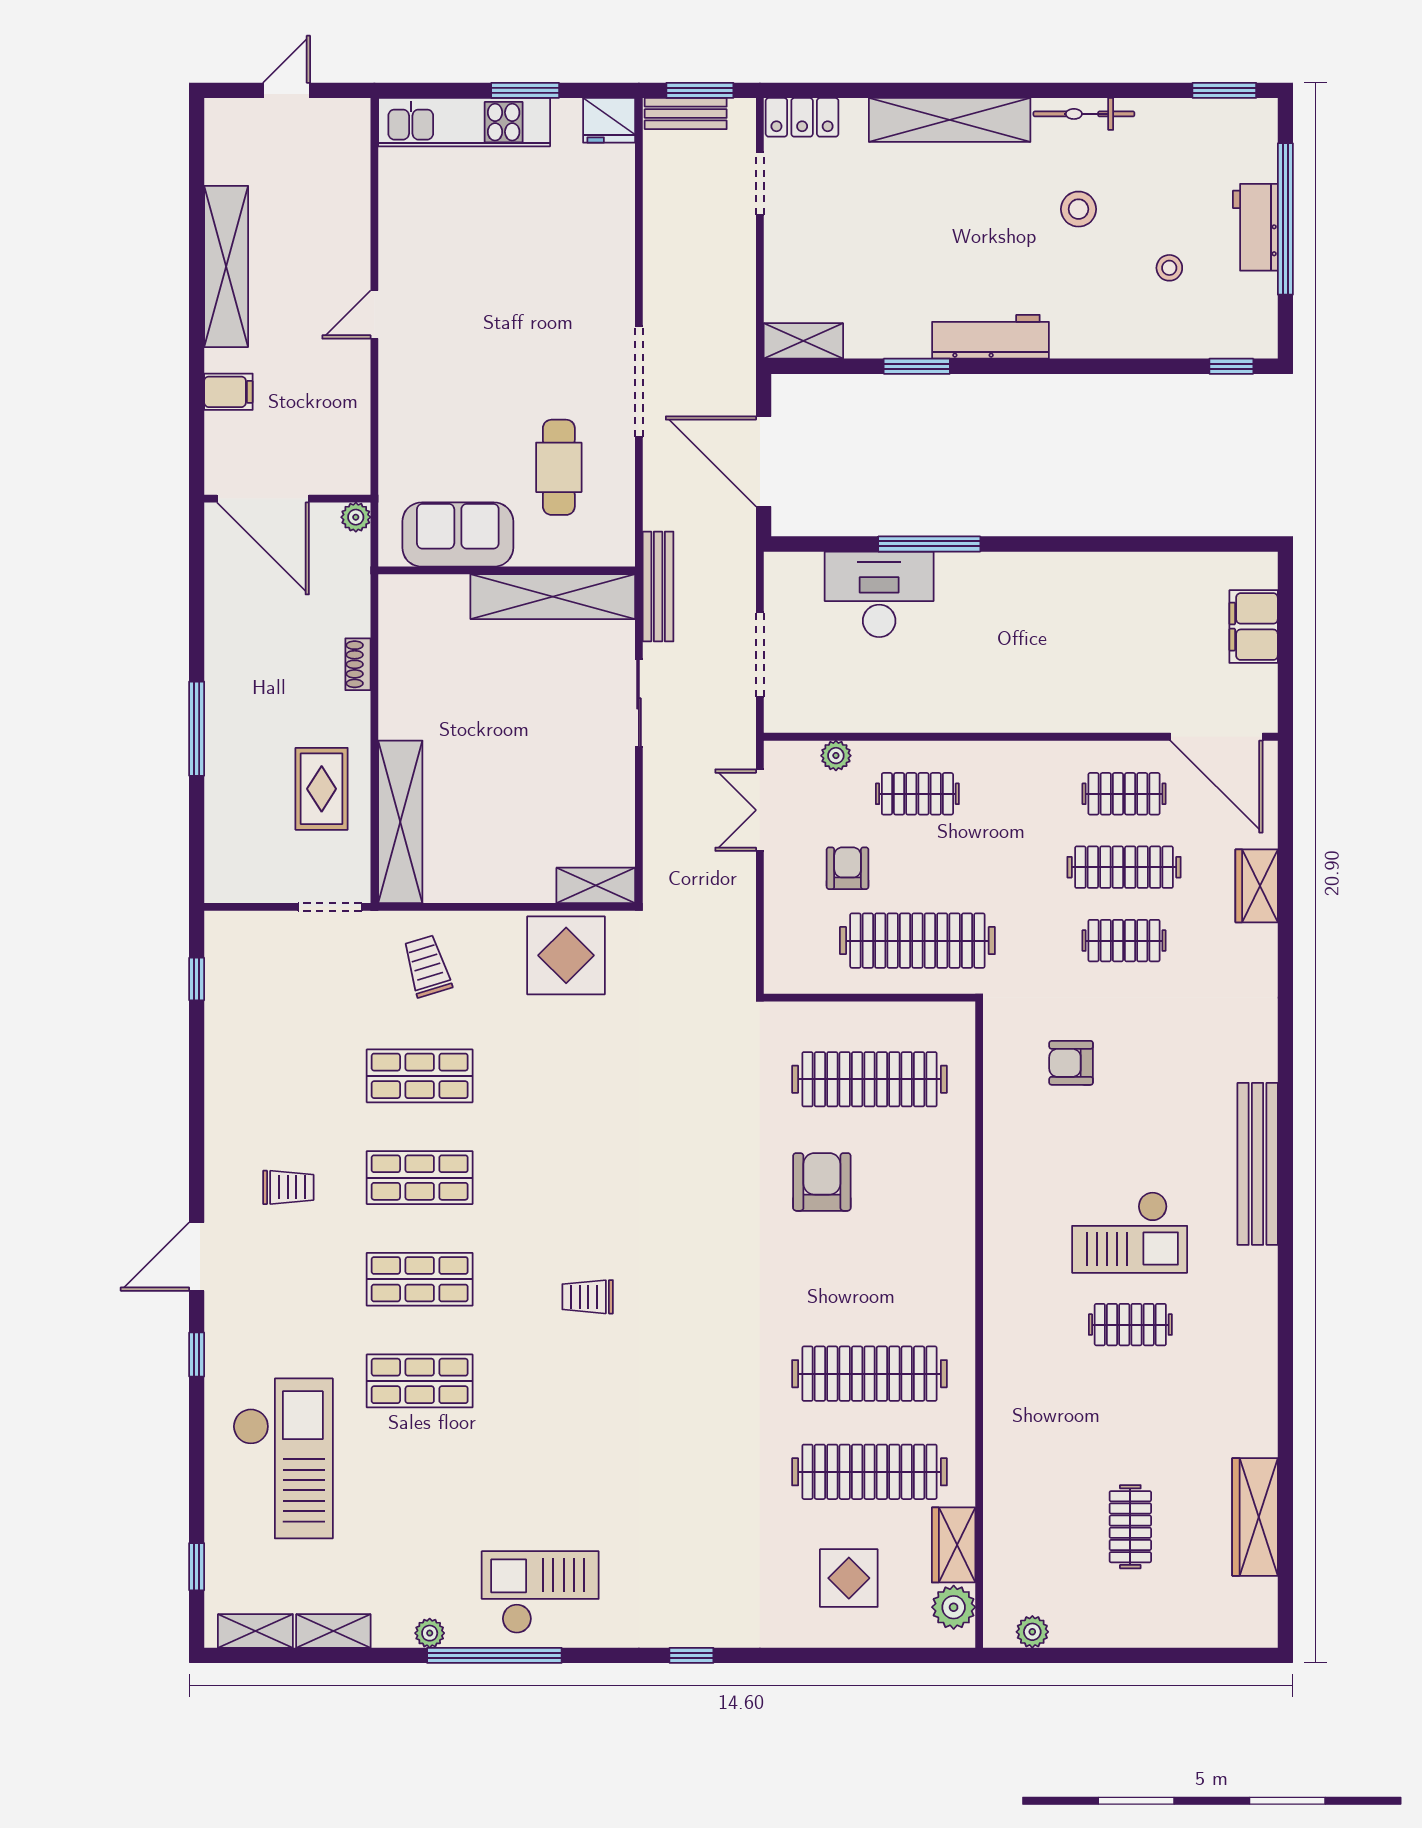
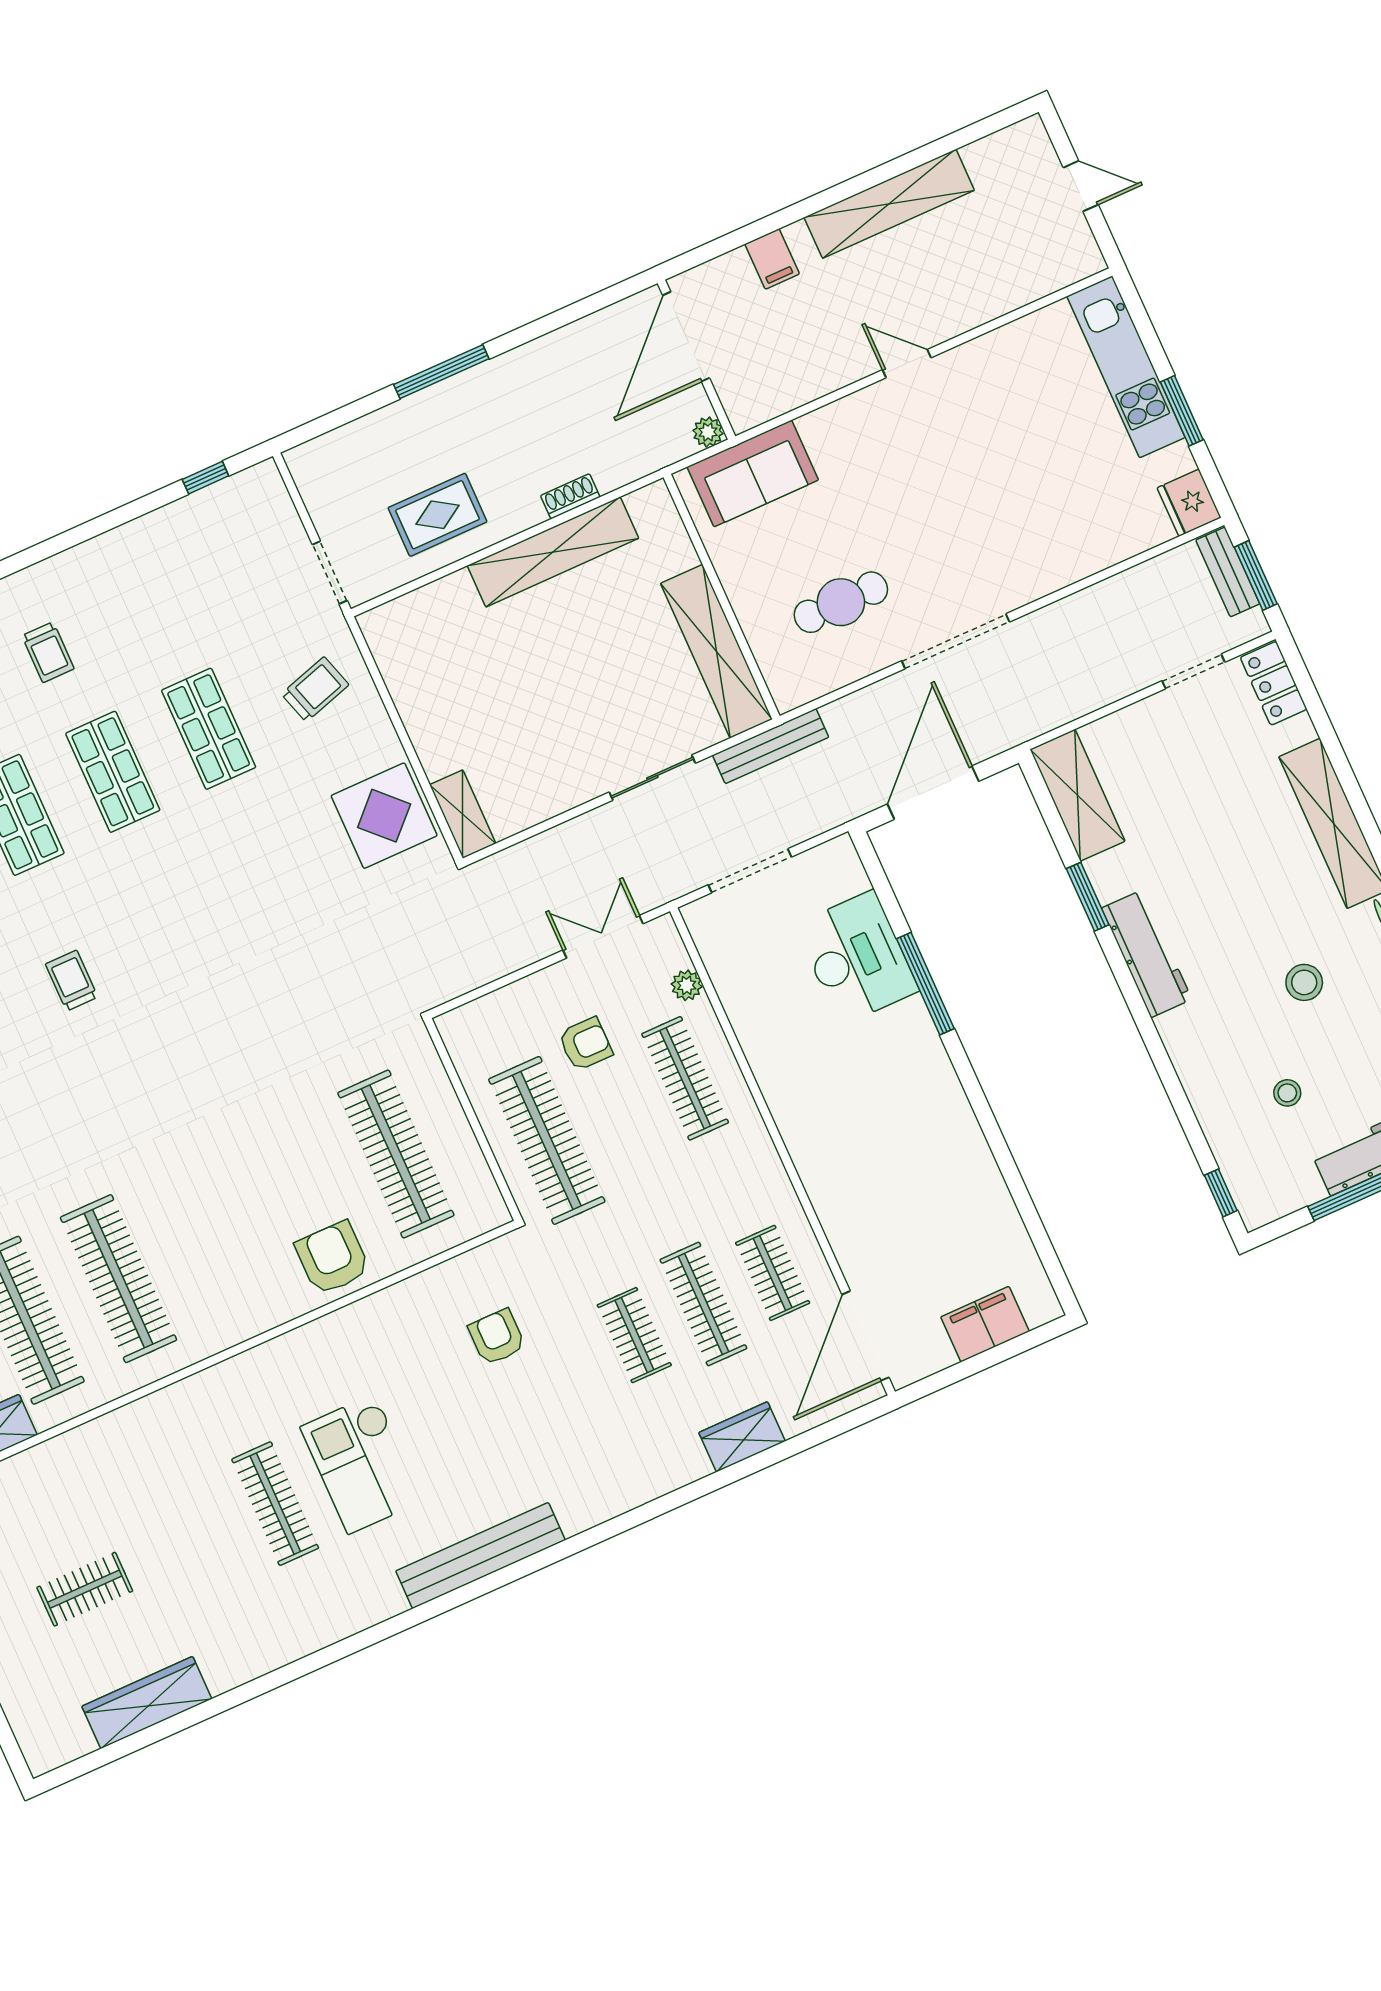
shelving: (803, 341) -> (1078, 795), width x1.50, depth x1.33
sofa: (458, 535) -> (753, 473), moved, turned 90
clothes rail: (917, 794) -> (685, 1078), width x1.36
shelving: (400, 822) -> (553, 552), moved
armchair: (822, 1182) -> (332, 1258), moved, turned -90
clothes rail: (1130, 1325) -> (275, 1504), width x1.36

